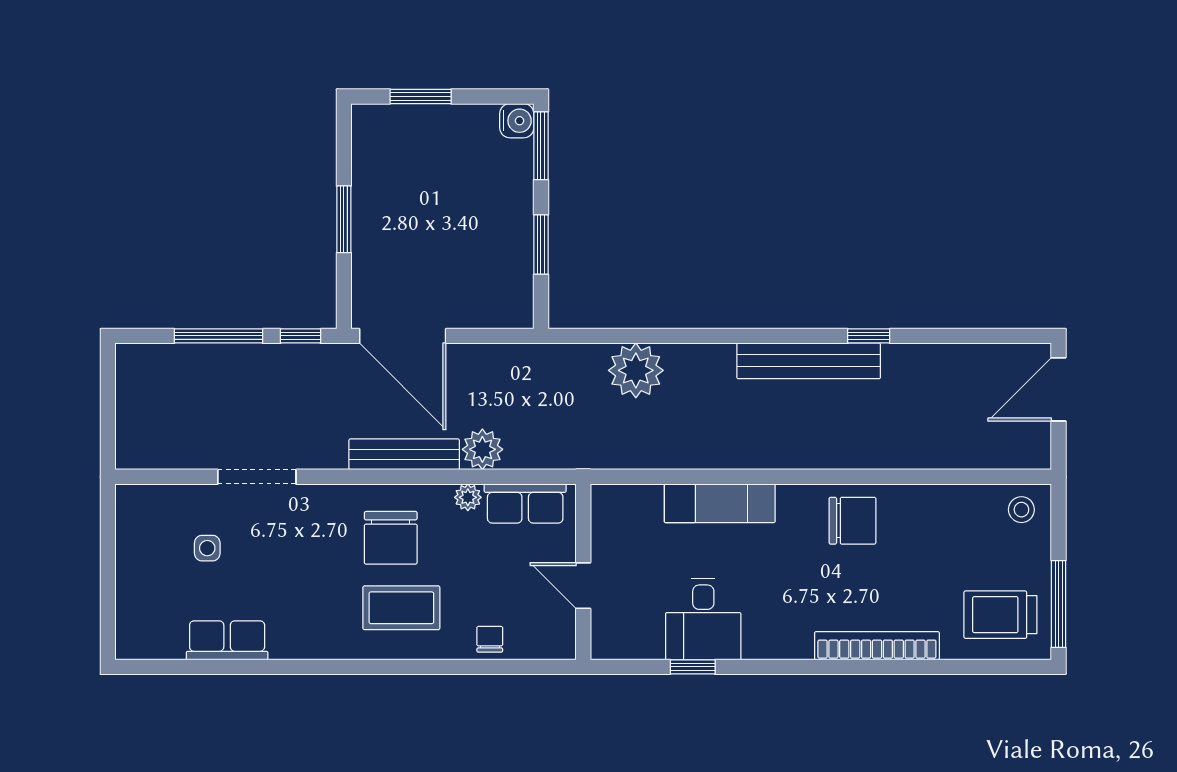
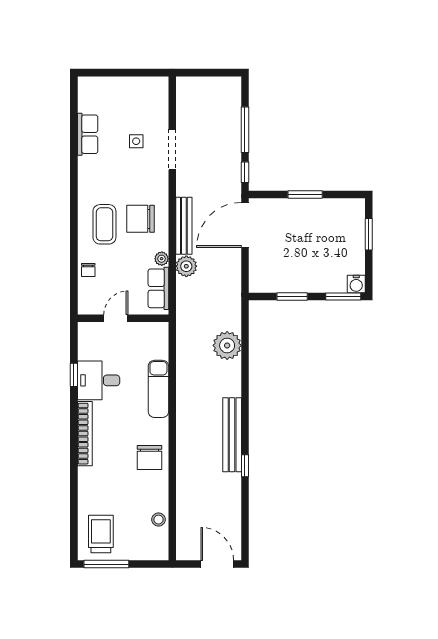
stool: (1021, 510) -> (159, 520), moved
side table: (207, 548) -> (136, 141), moved
chair: (490, 639) -> (88, 270), turned 90
bookcase: (877, 646) -> (85, 434), moved

